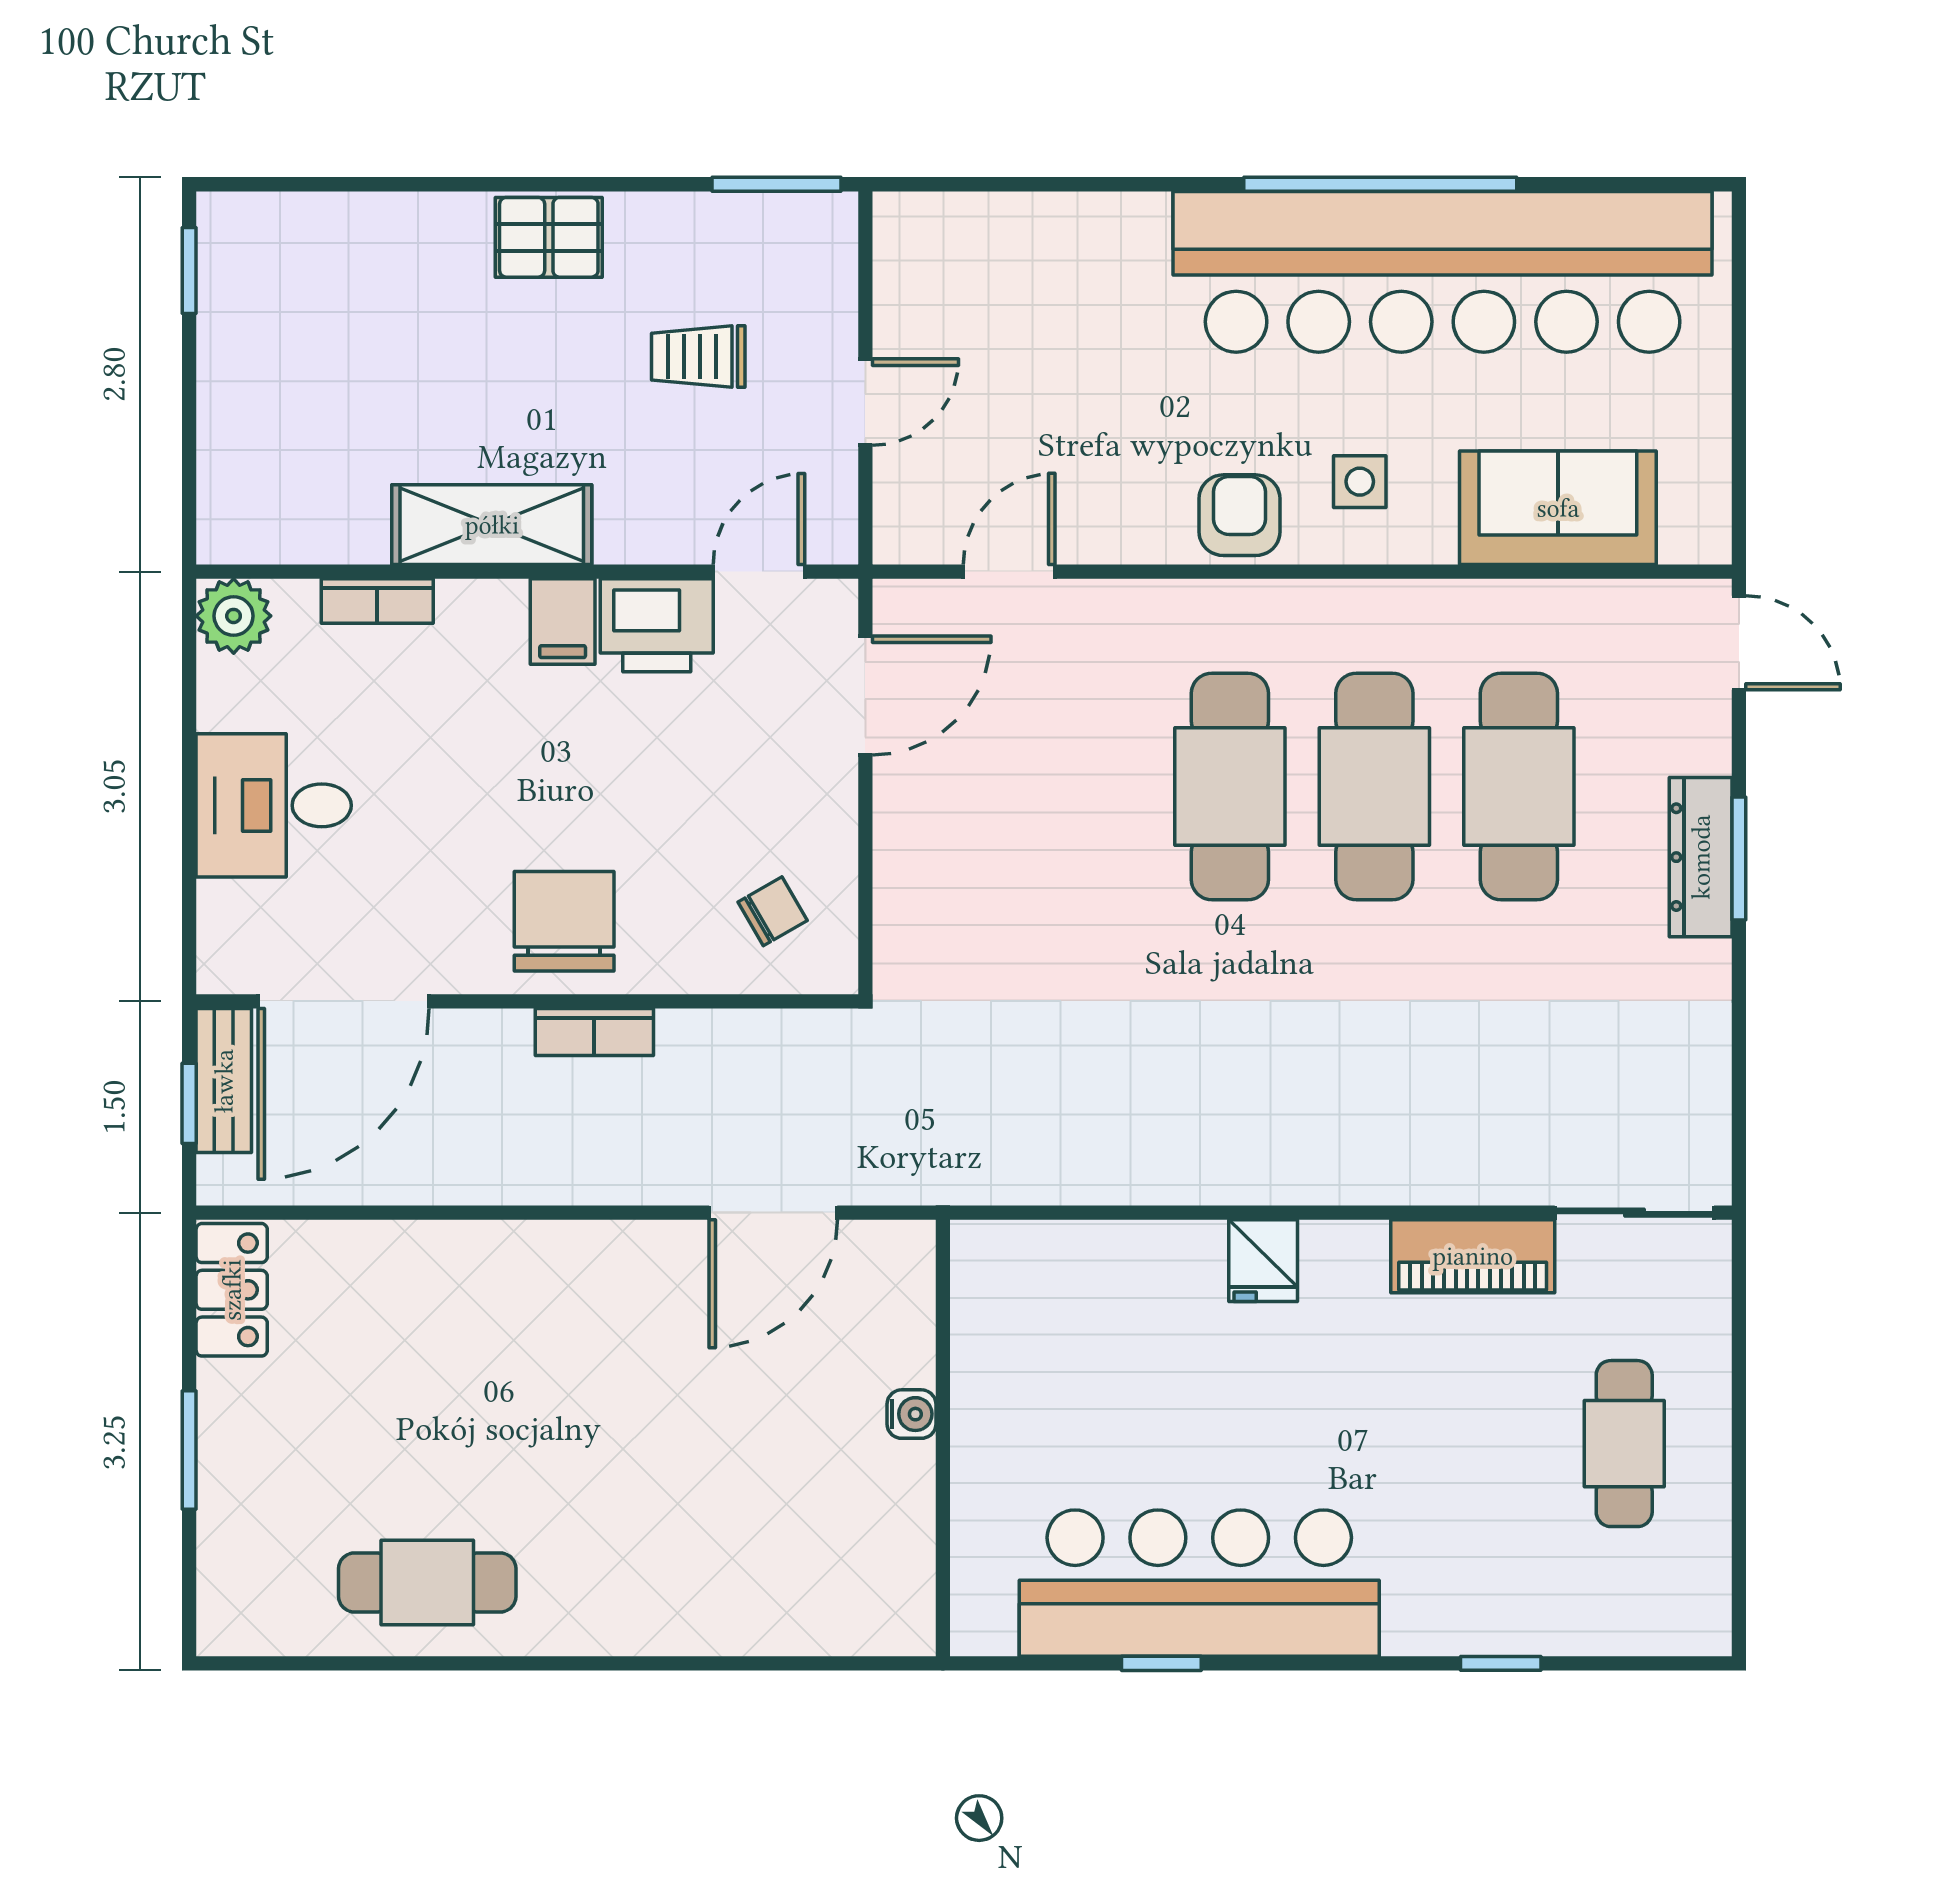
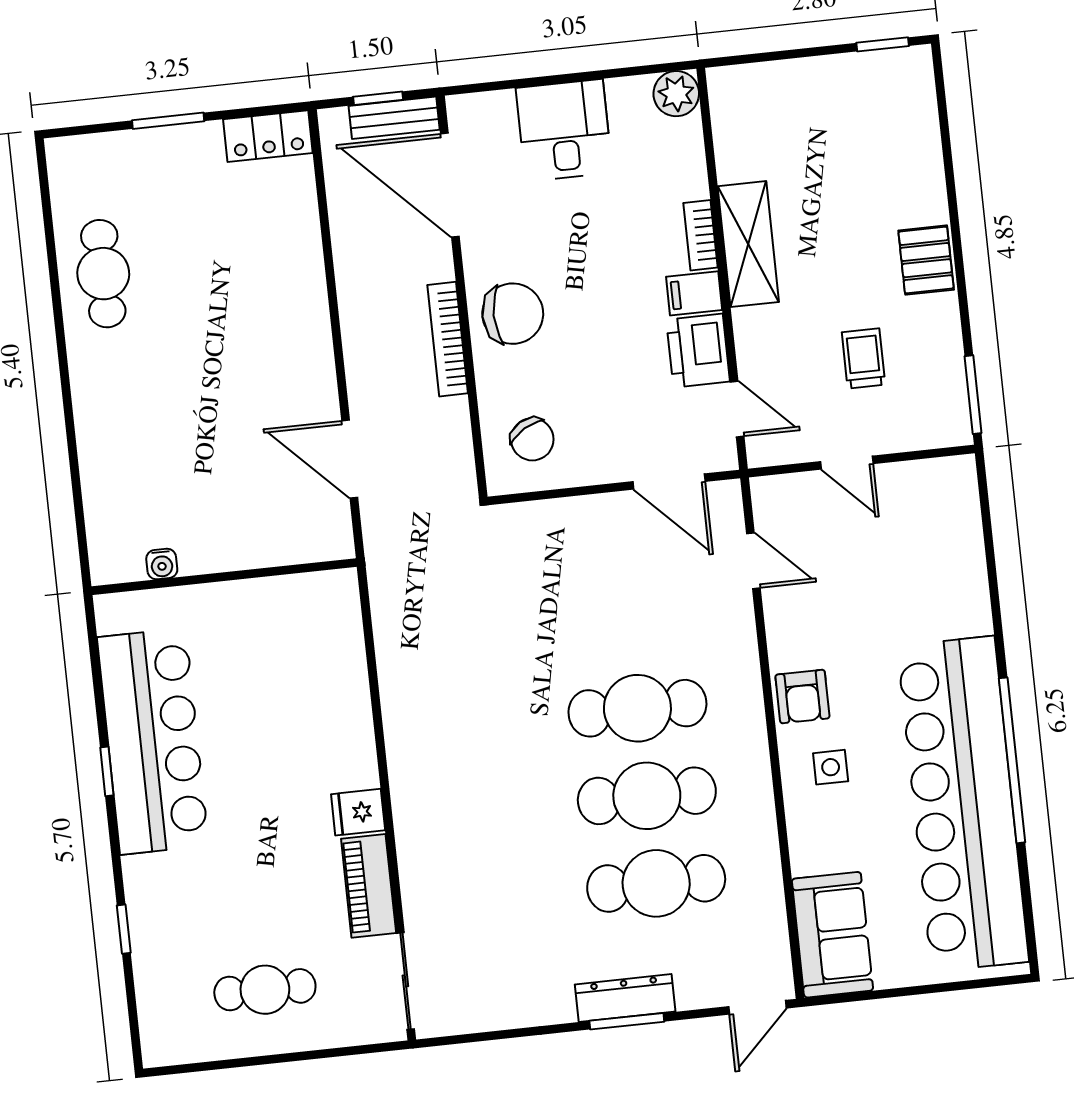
sofa: (1558, 508) -> (832, 935), moved
armchair: (1239, 515) -> (802, 697), turned 90
bookcase: (377, 601) -> (701, 235), moved
chair: (773, 911) -> (532, 439), width x1.37, depth x1.37
bookcase: (594, 1032) -> (448, 339), width x1.56
fridge: (1263, 1261) -> (358, 812), moved
water cooler: (911, 1414) -> (162, 564), moved
window: (1161, 1663) -> (107, 771), moved

